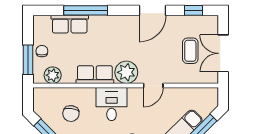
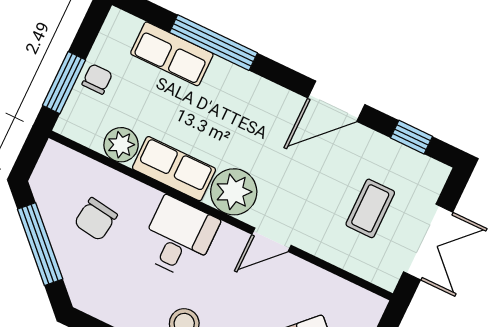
double door: (223, 53) -> (428, 242), swing flipped
plant: (53, 75) -> (121, 145), moved

